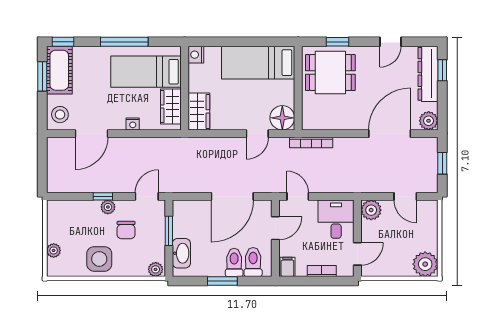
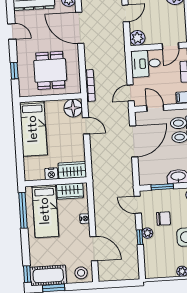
window: (124, 42) -> (23, 210), moved
nightstand: (196, 55) -> (51, 174), moved
dining table: (330, 73) -> (50, 70), moved
door: (232, 196) -> (134, 141), hinge flipped
door: (357, 254) -> (170, 46), swing flipped

